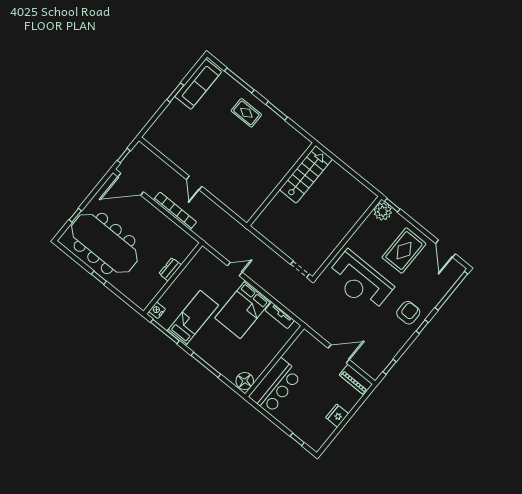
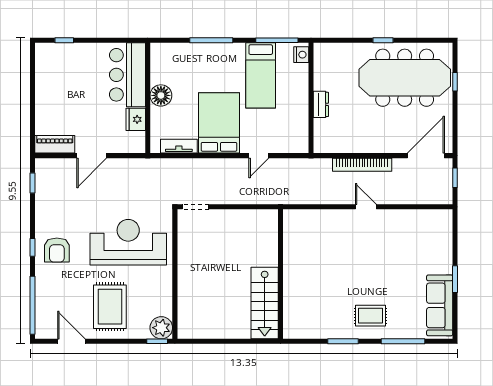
floor lamp: (245, 381) -> (161, 95), moved
fridge: (337, 416) -> (136, 119), moved, turned 180

